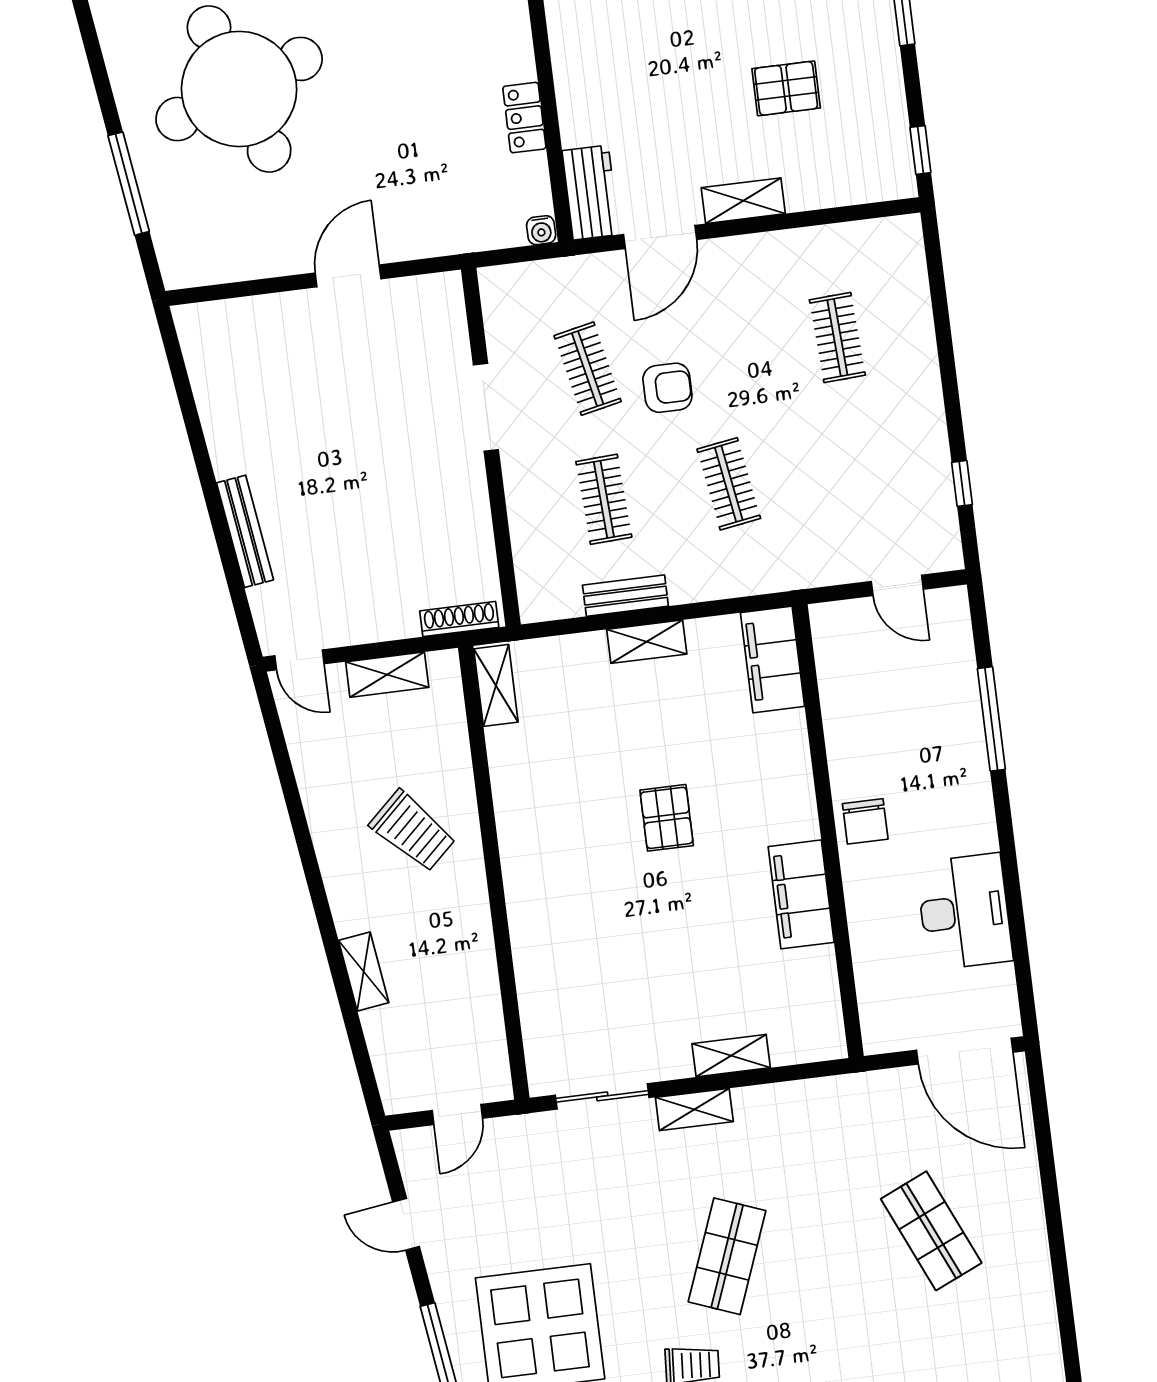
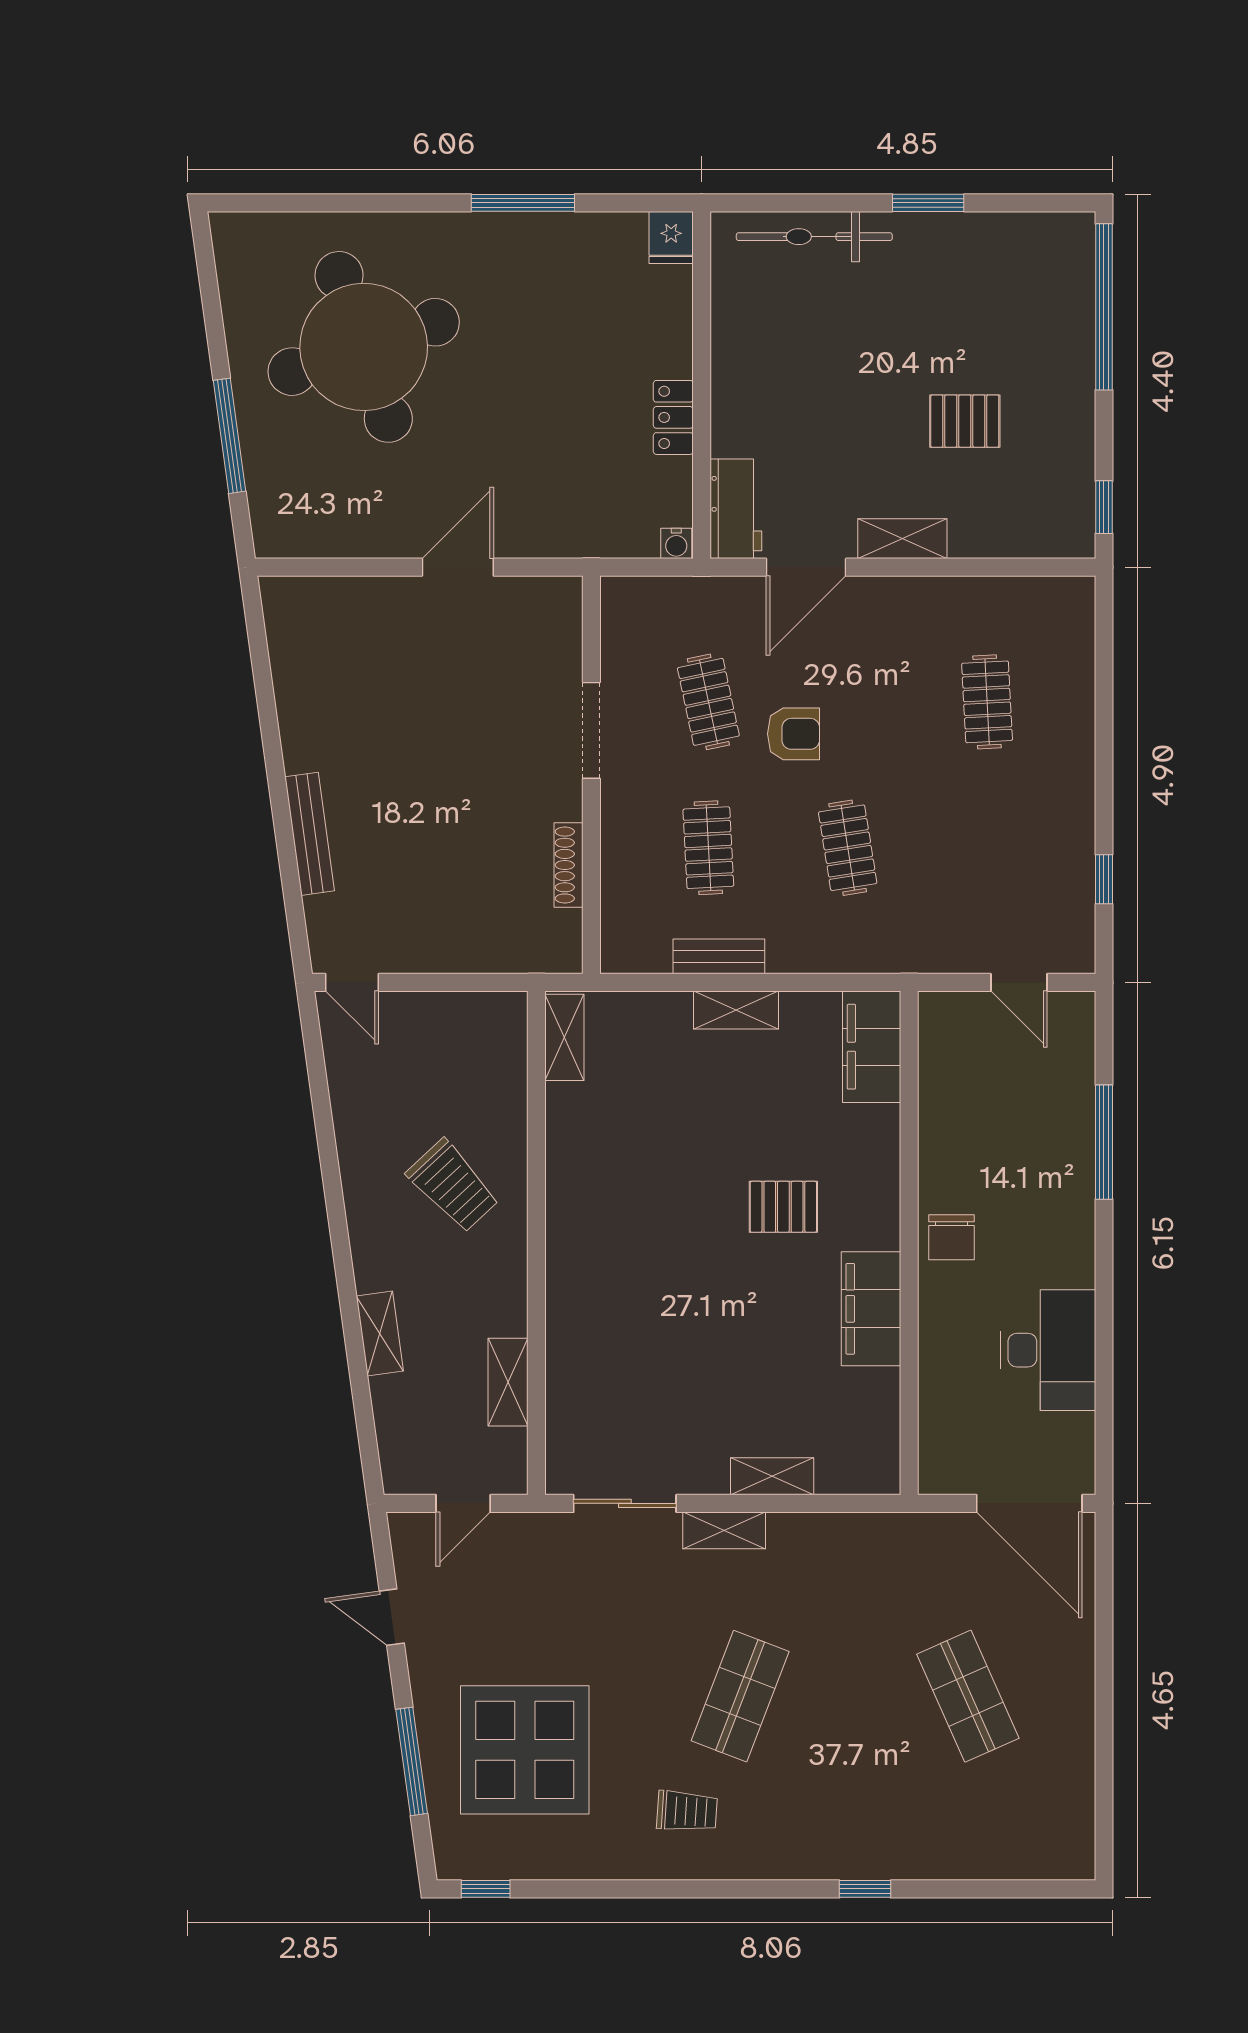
shoe rack: (459, 619) -> (569, 865), moved, turned -90
shelving: (387, 675) -> (508, 1382), moved, turned 90
pallet: (667, 818) -> (783, 1207), moved, turned 90

